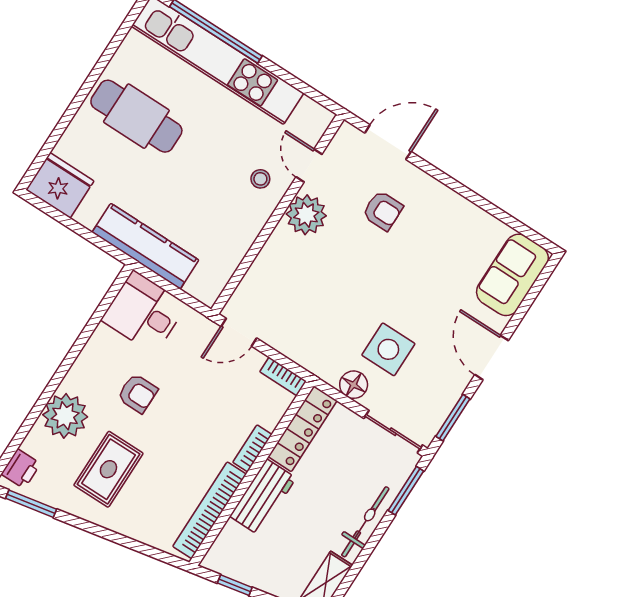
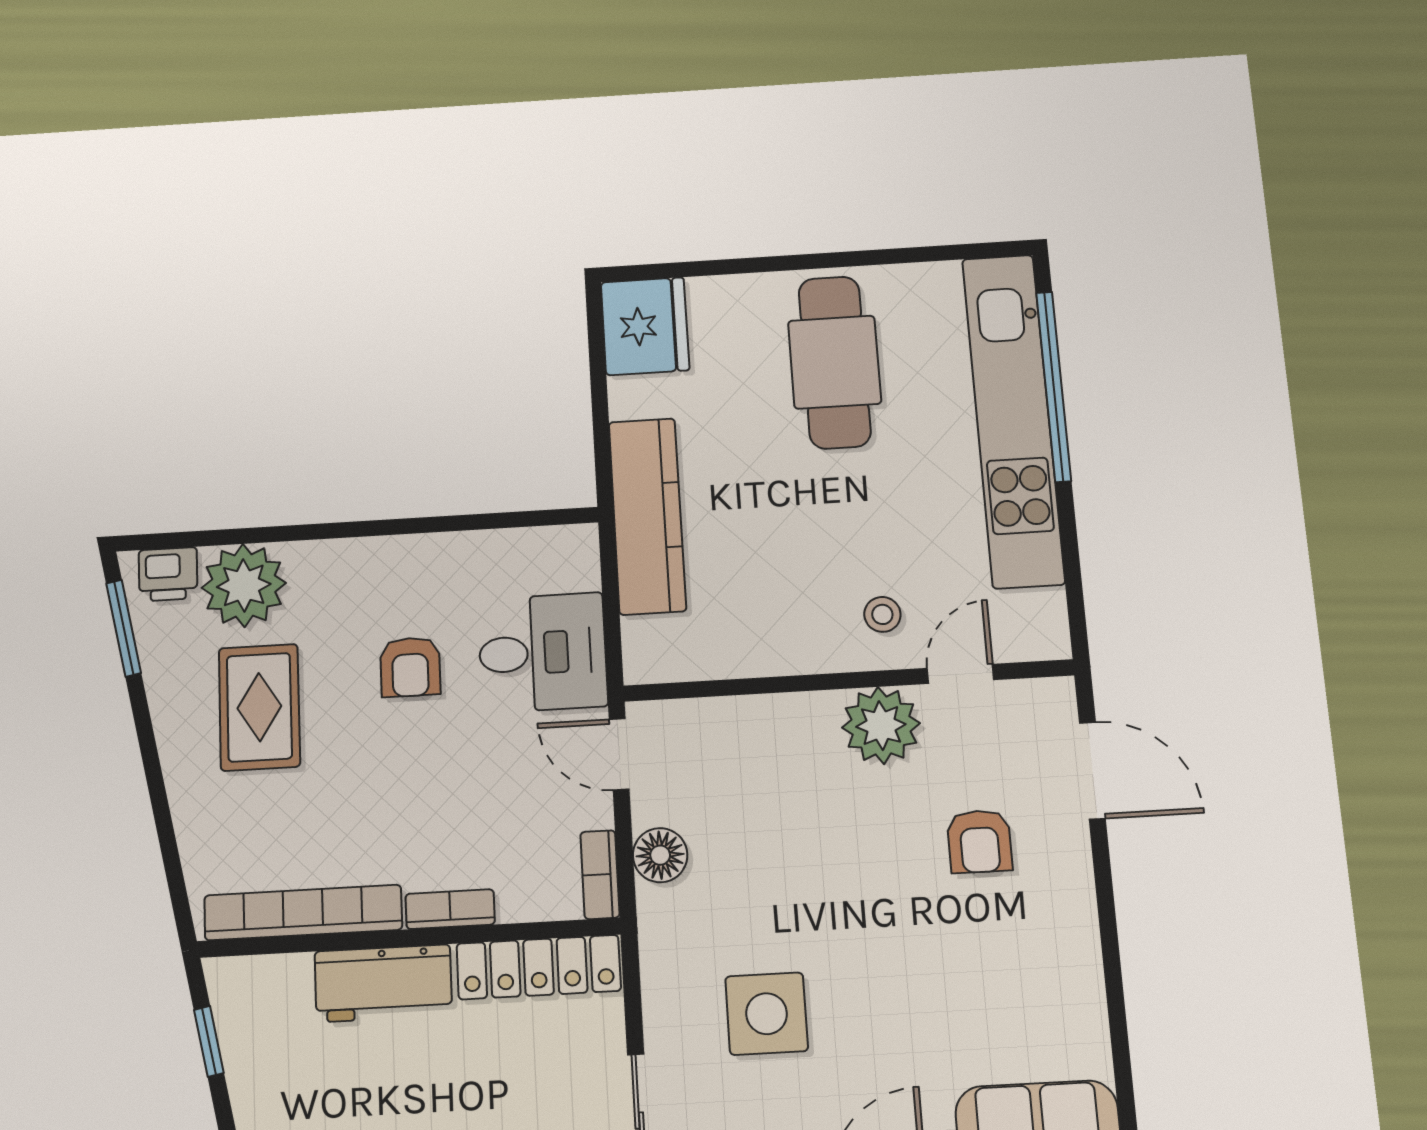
desk: (144, 312) -> (542, 653), moved, turned 90
floor lamp: (354, 385) -> (660, 855), moved
plant: (65, 416) -> (244, 585), moved
rug: (108, 469) -> (259, 707), turned 90

